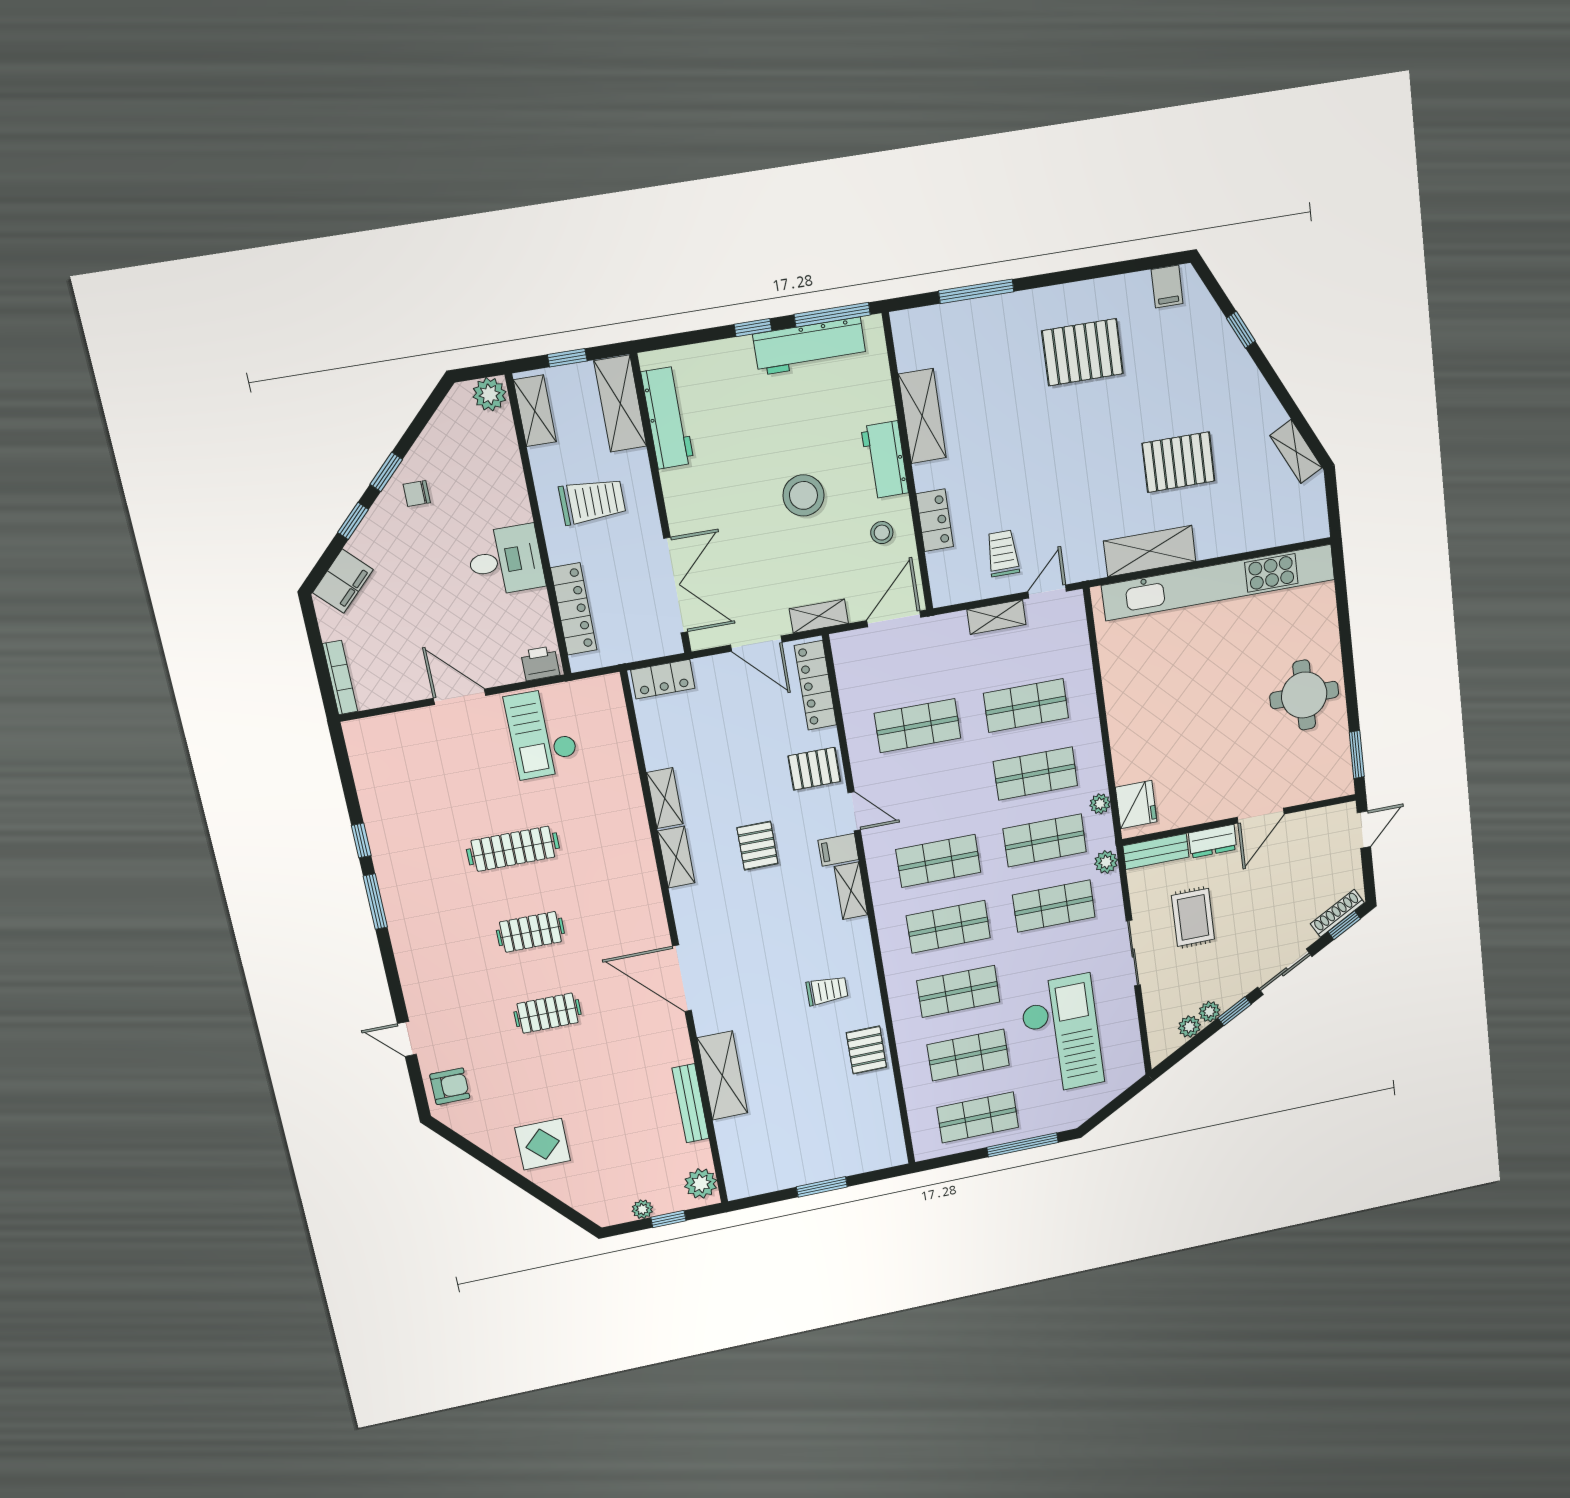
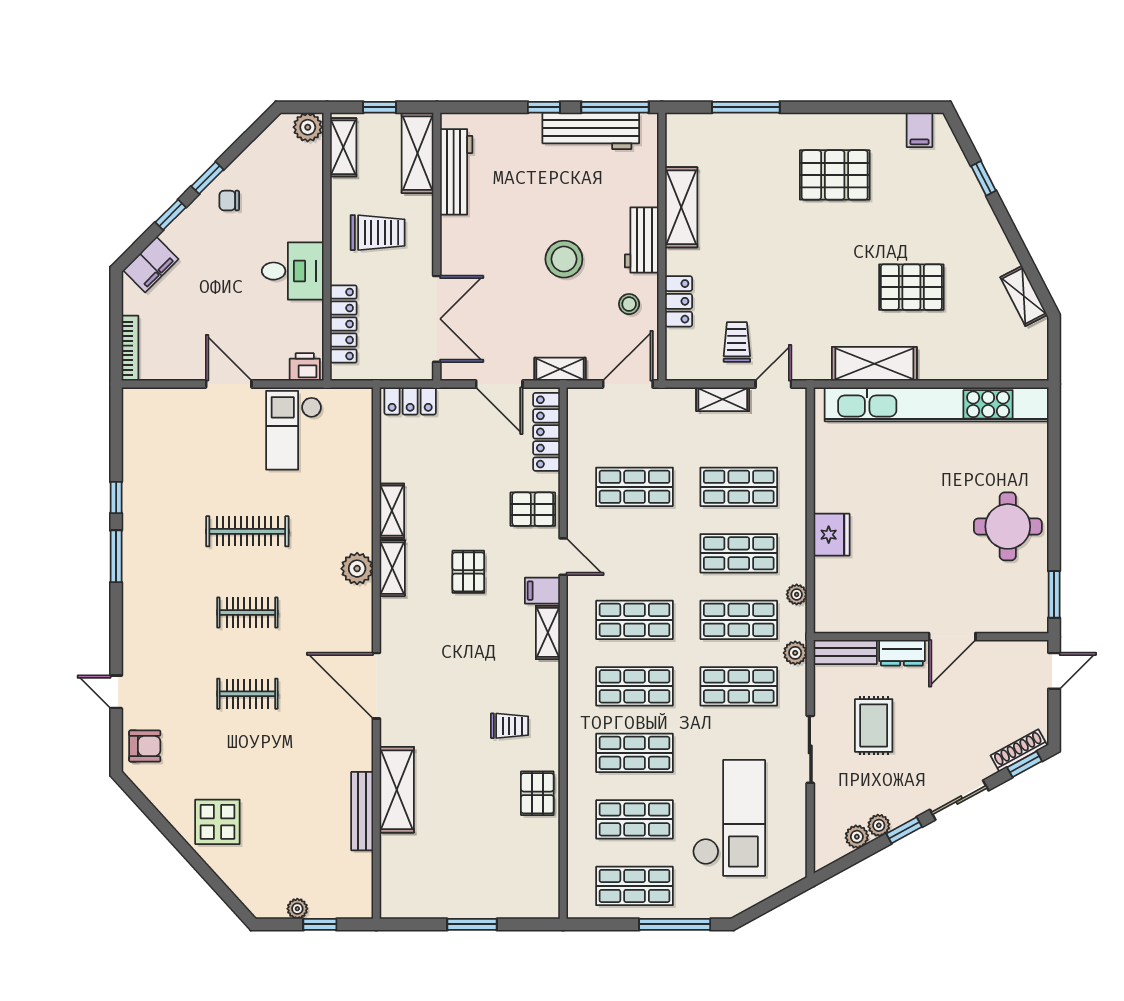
fridge: (1136, 805) -> (832, 535), moved
plant: (701, 1183) -> (357, 569), moved

